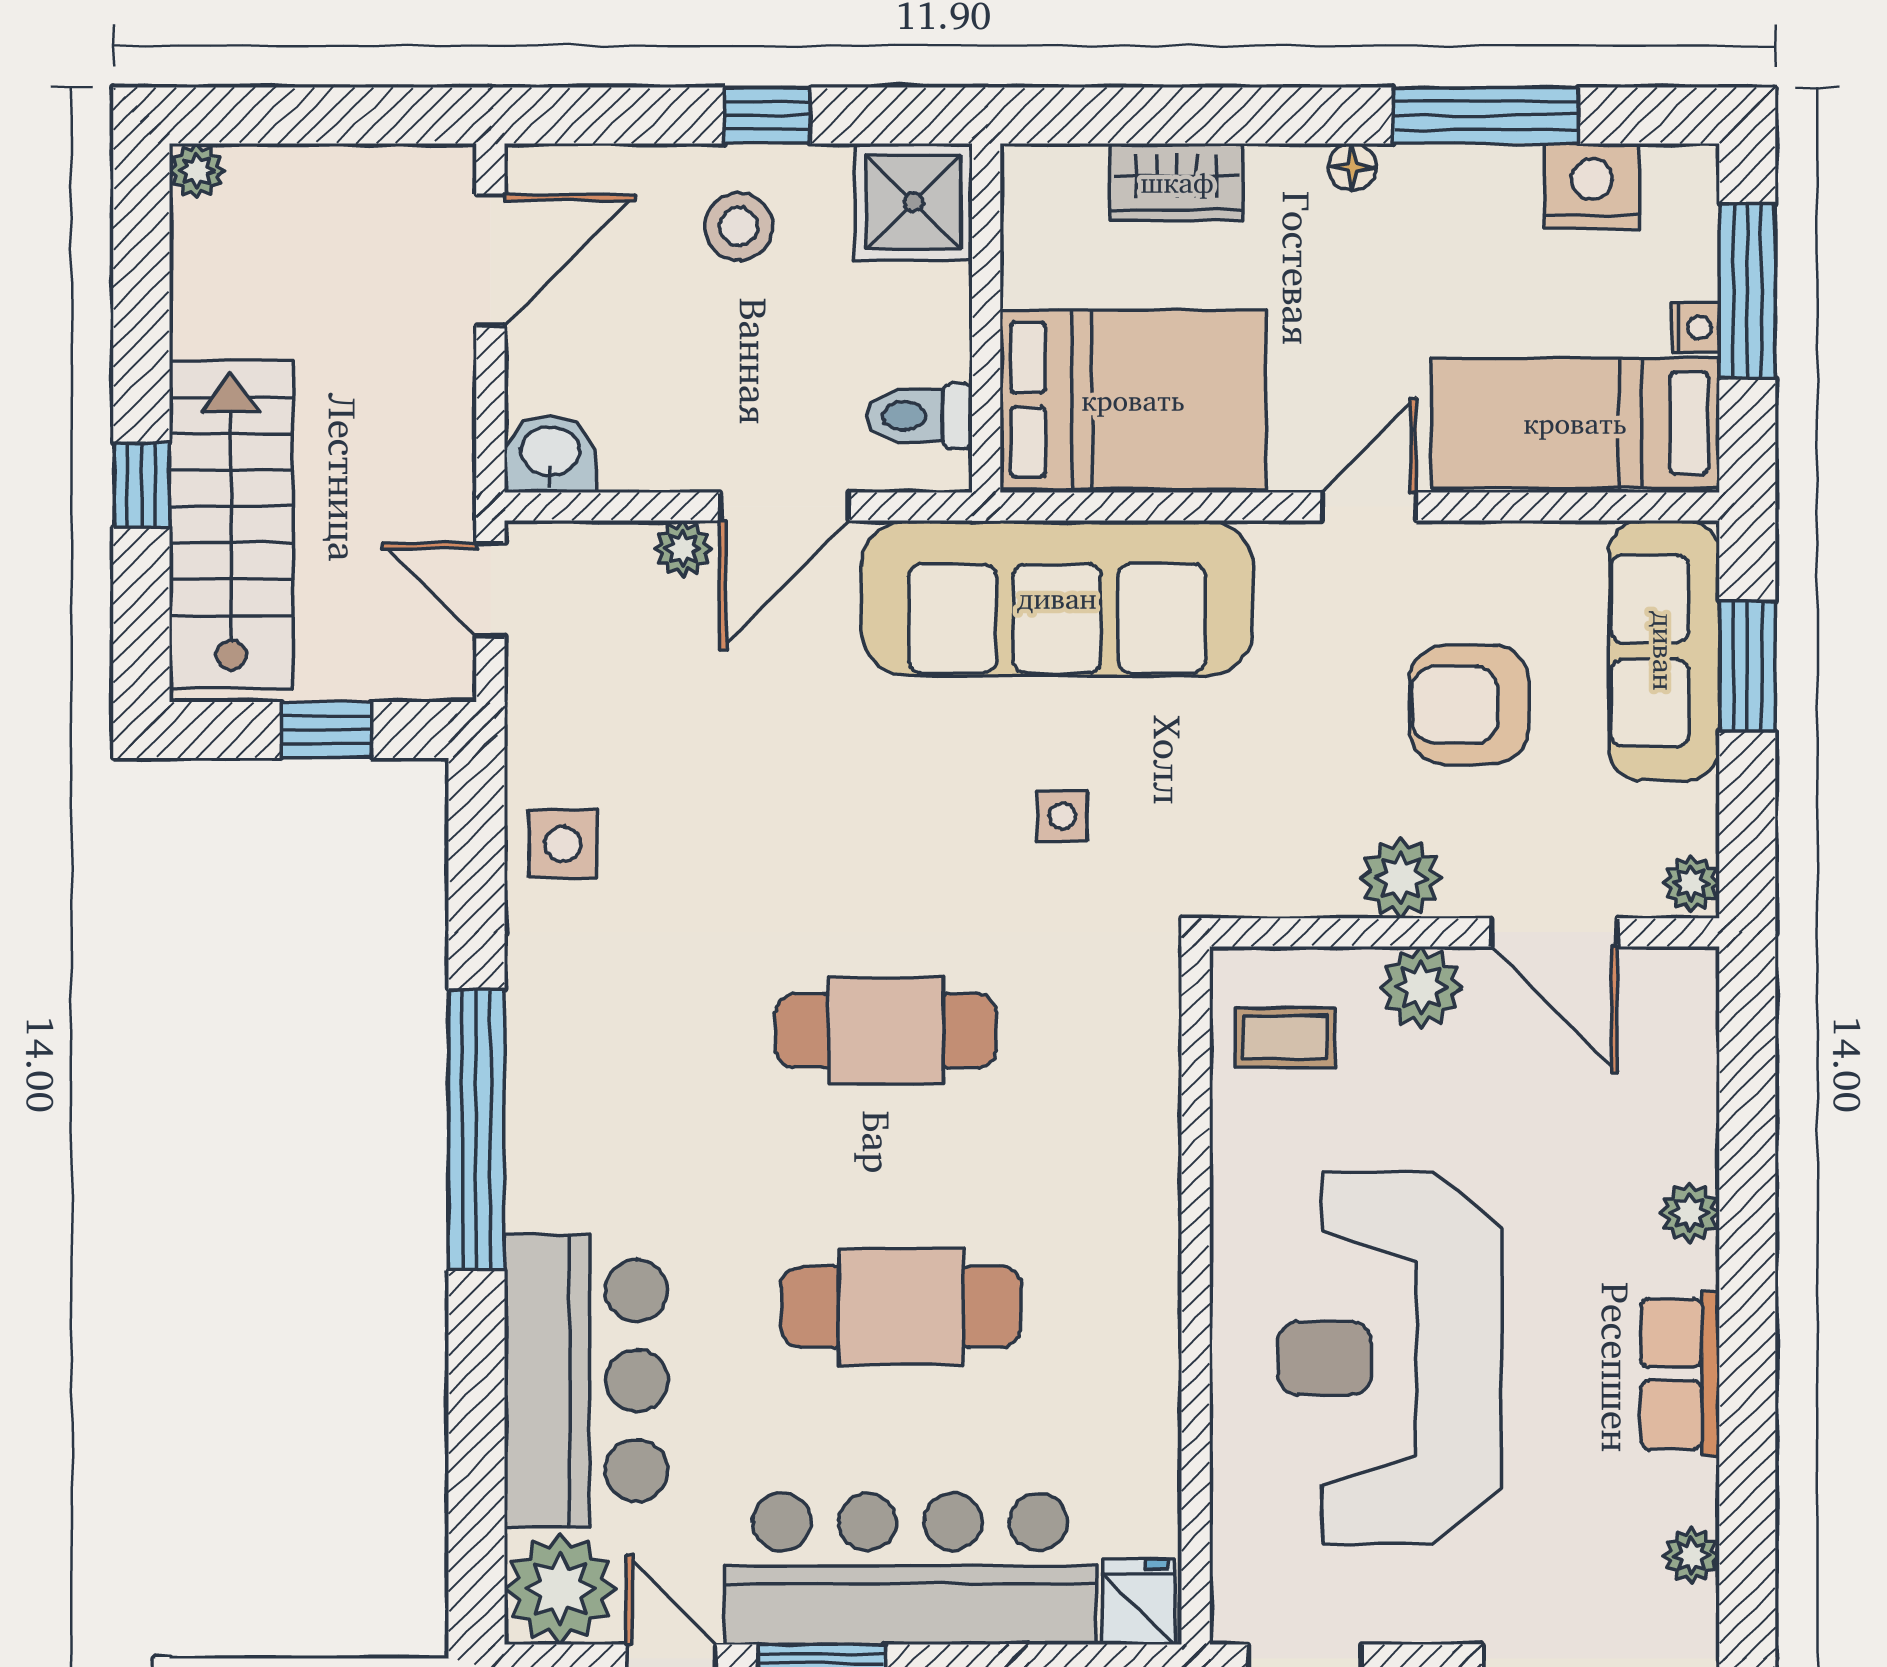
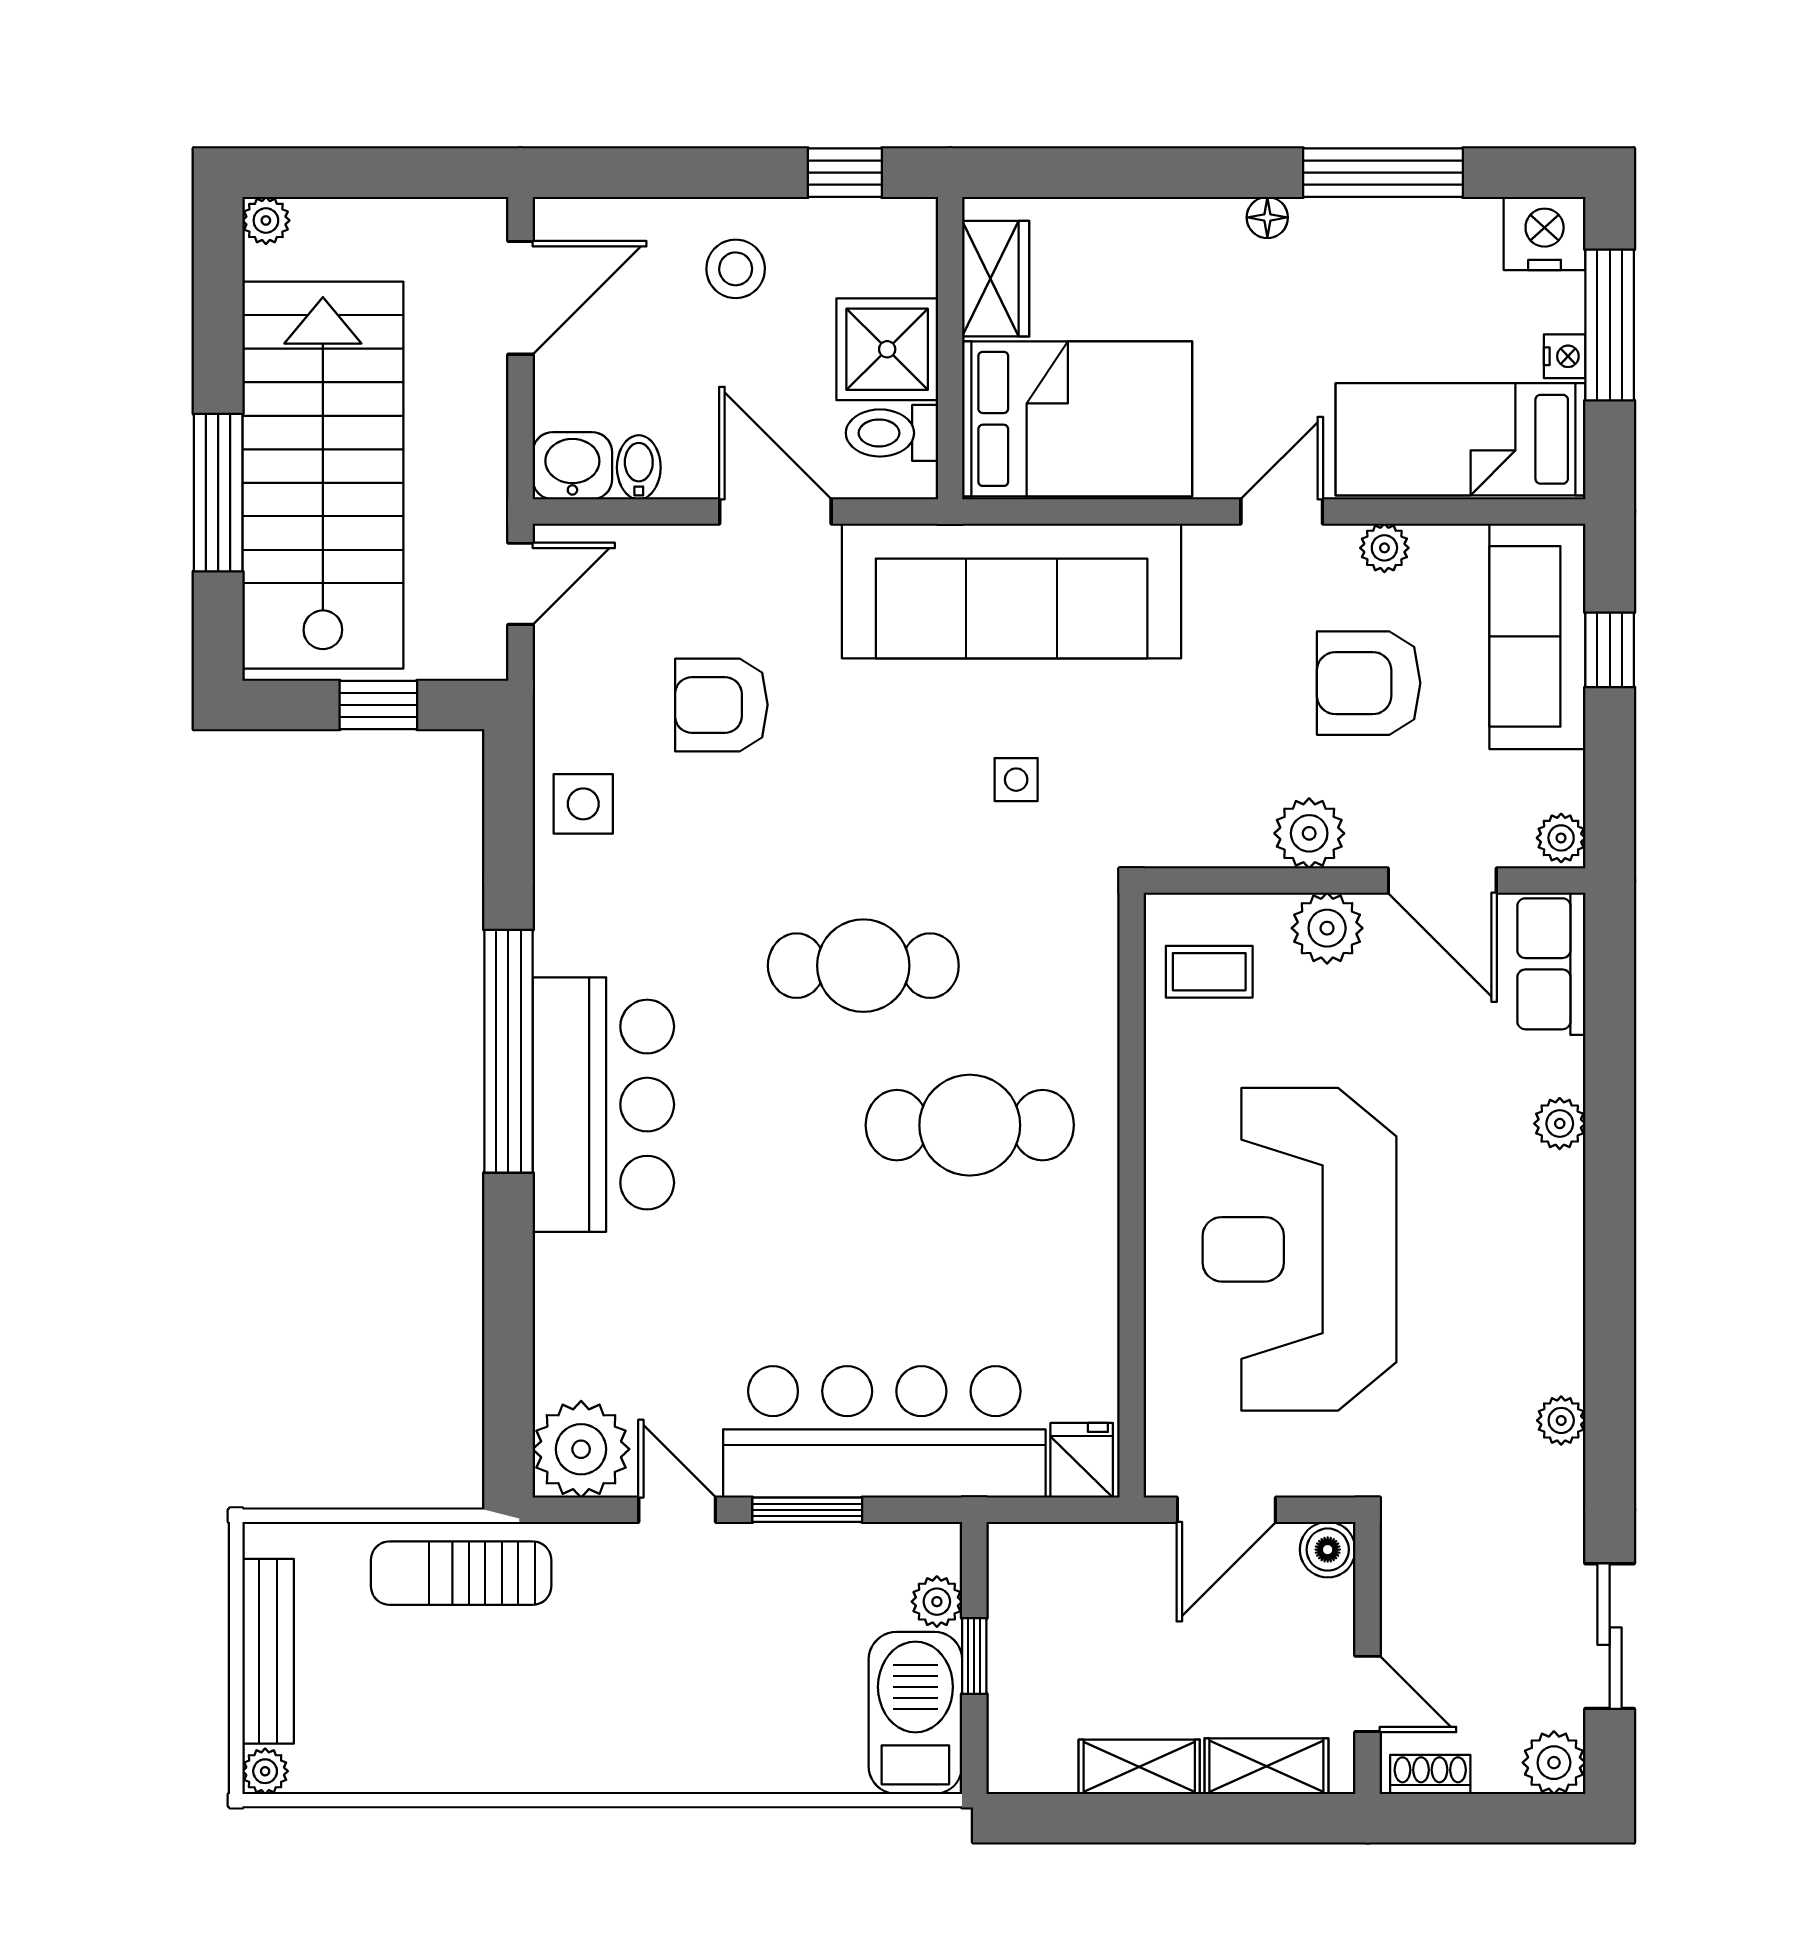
window: (768, 115) -> (845, 173), moved
wardrobe: (1177, 182) -> (996, 279), moved, turned -90
nightstand: (1592, 186) -> (1545, 233), moved
shower: (914, 202) -> (887, 349), moved
bidet: (627, 456) -> (639, 467), added
window: (141, 485) -> (218, 493), width x2.17
door: (785, 507) -> (775, 511), swing flipped
stairs: (231, 524) -> (323, 475), width x1.36, depth x1.51
plant: (683, 549) -> (1384, 548), moved
door: (490, 590) -> (521, 584), swing flipped
window: (1747, 666) -> (1610, 650), width x0.67
armchair: (722, 730) -> (721, 705), added
cafe table: (901, 1307) -> (970, 1125), moved
row of seats: (1680, 1374) -> (1551, 964), moved
bar counter: (586, 1381) -> (603, 1105), moved

